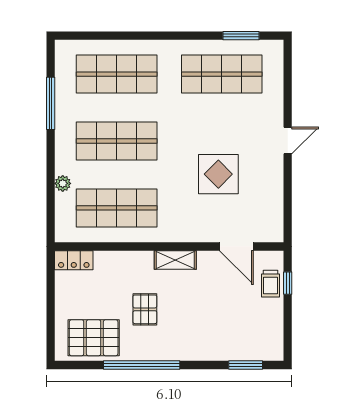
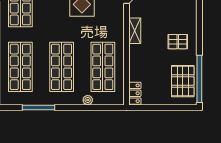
pallet: (145, 309) -> (178, 42), moved
window: (142, 365) -> (199, 79), moved

